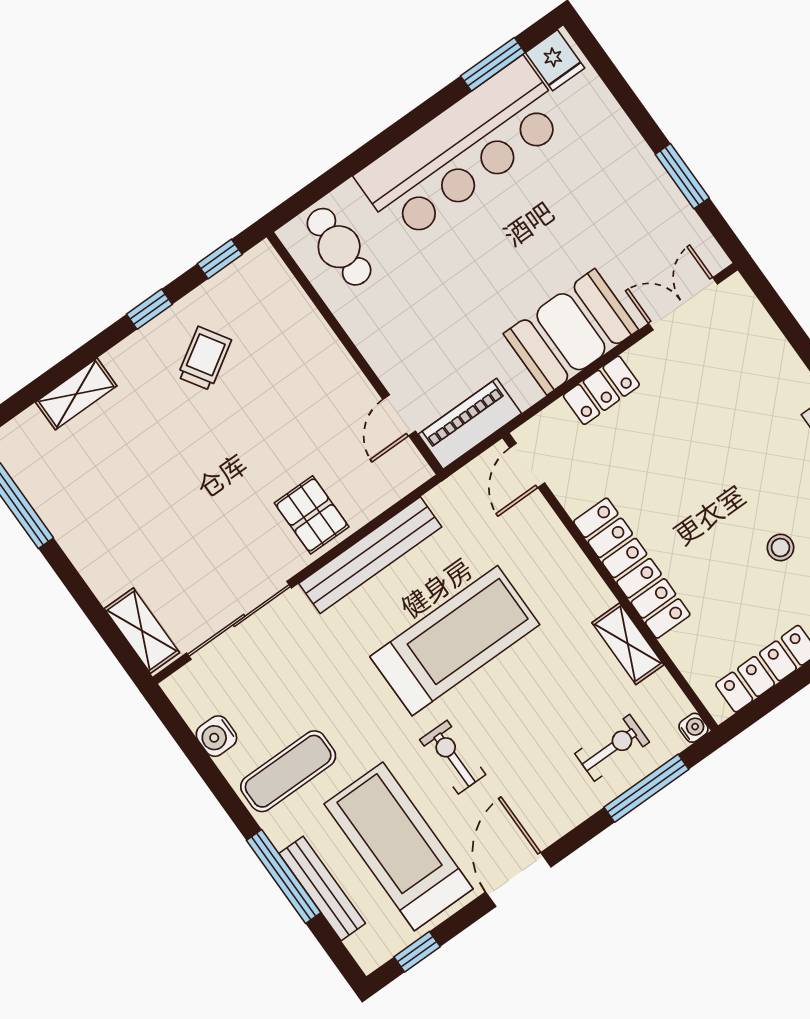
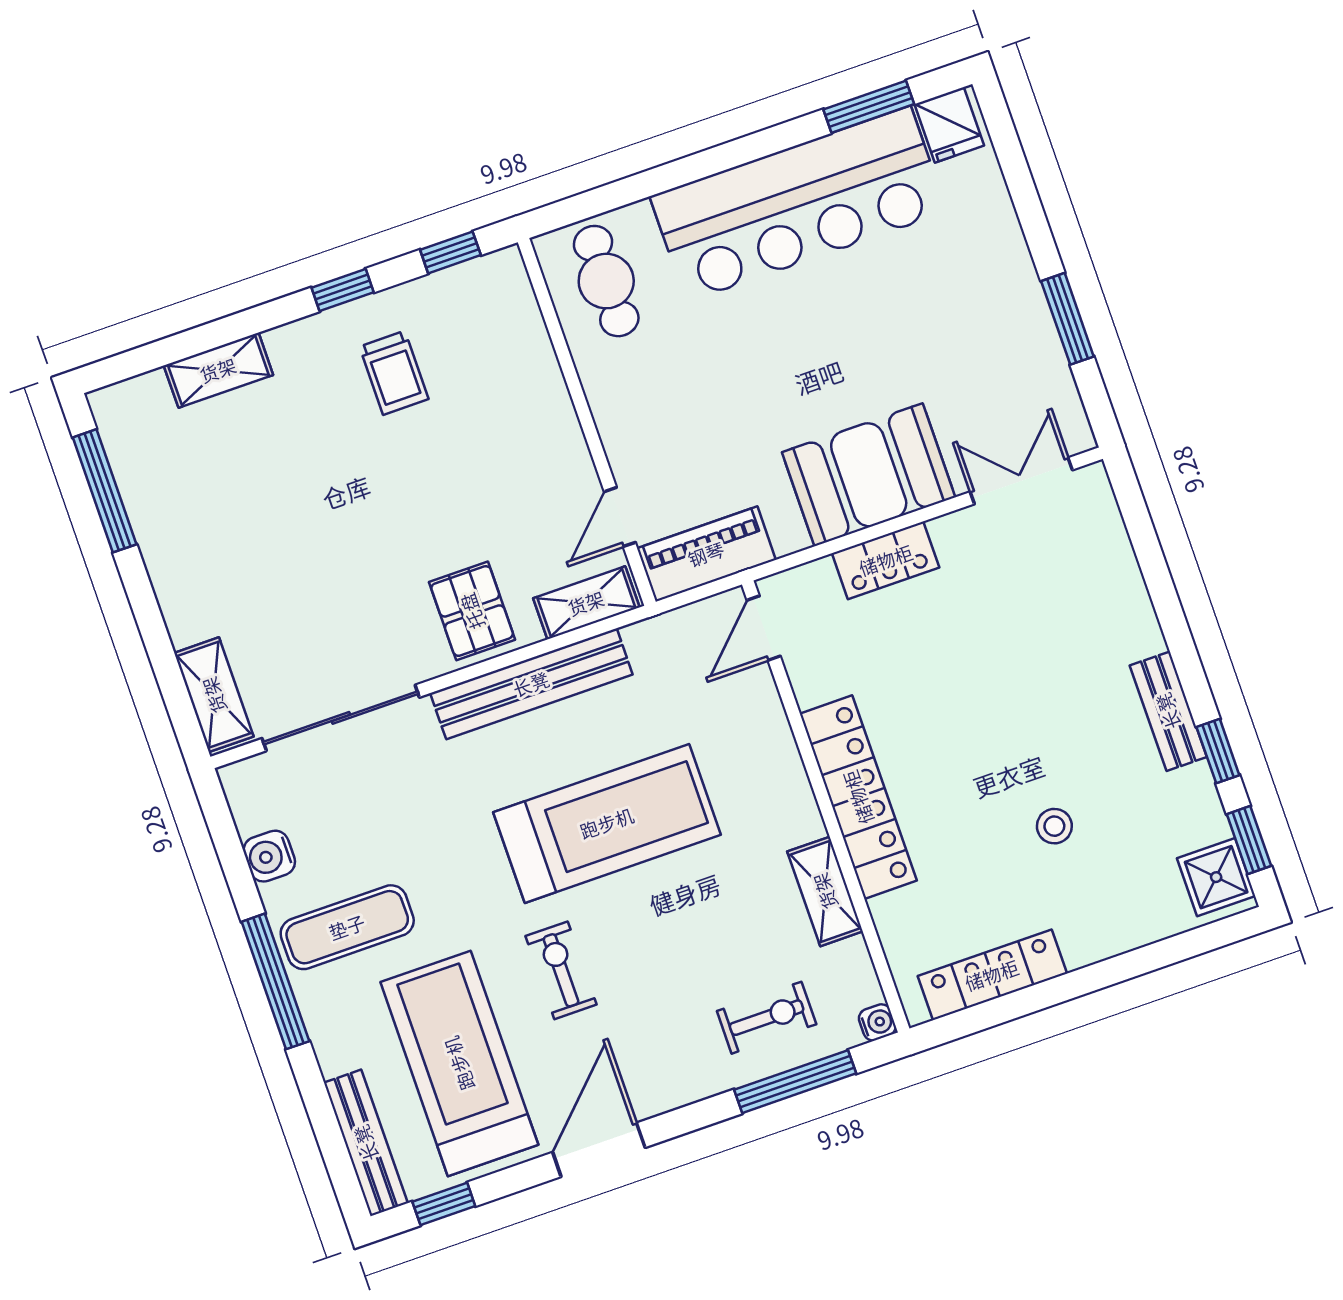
trolley: (204, 358) -> (394, 373), turned 122
shelving: (393, 485) -> (586, 603), added
window: (284, 877) -> (275, 981), moved
bench: (322, 888) -> (366, 1143), moved

